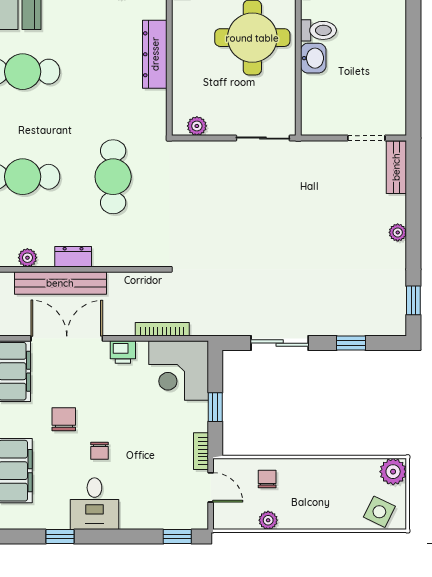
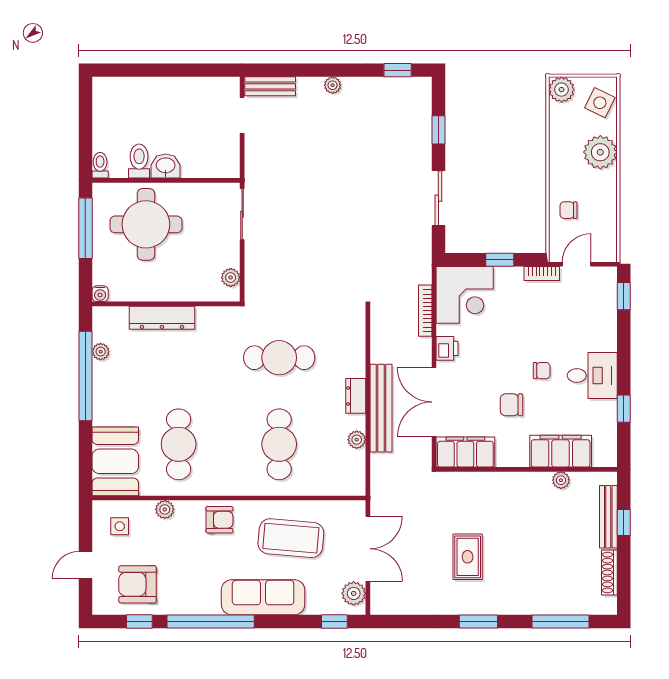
plant: (268, 520) -> (600, 152), moved, width x1.87, depth x1.87

